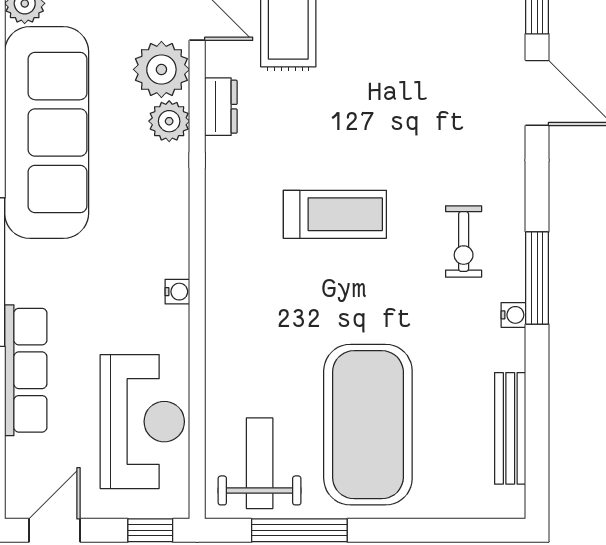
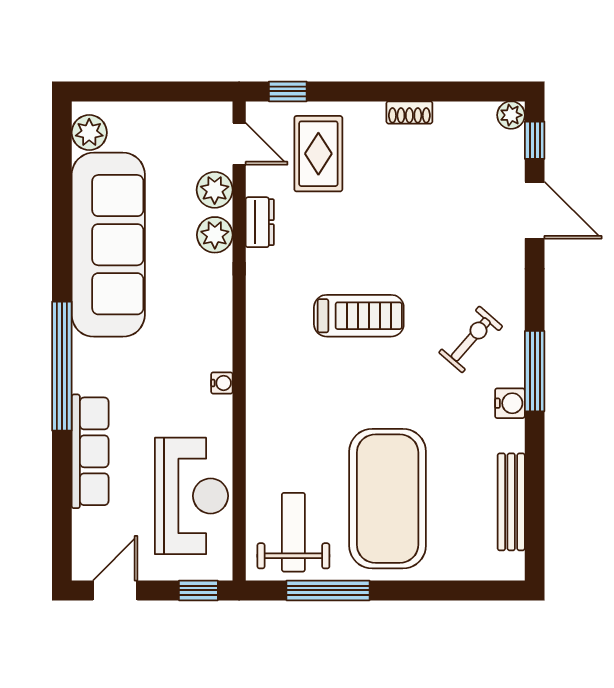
plant: (161, 69) -> (215, 190), width x0.73, depth x0.73
exercise bike: (464, 241) -> (471, 339), turned -139
water cooler: (513, 315) -> (510, 403), width x1.38, depth x1.38

